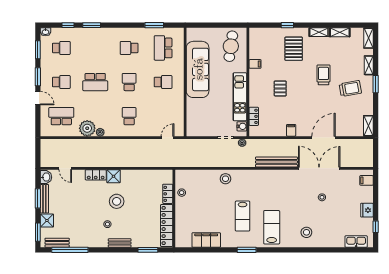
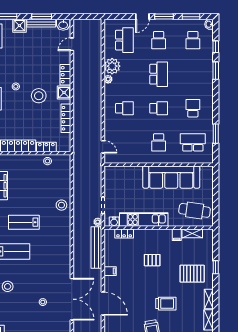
shelving: (254, 49) -> (192, 233), added
school desk: (95, 82) -> (159, 74), turned 180
bench: (276, 162) -> (96, 248), moved
locker: (139, 174) -> (66, 118), added

